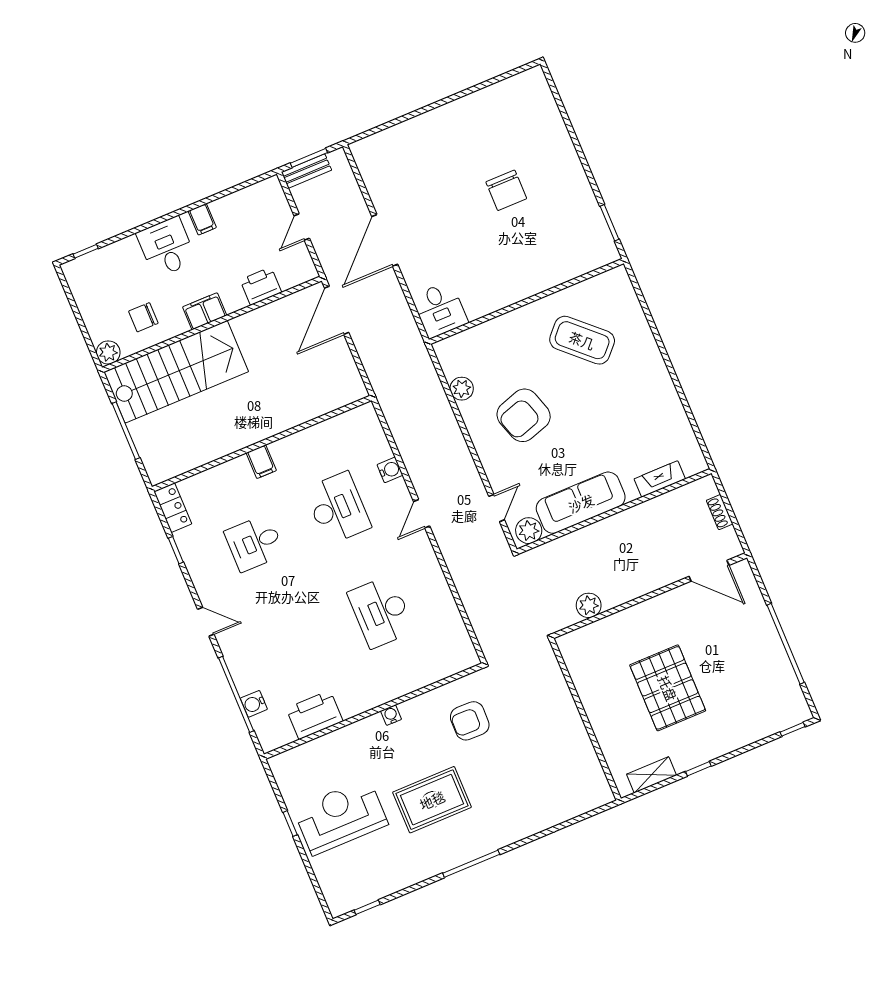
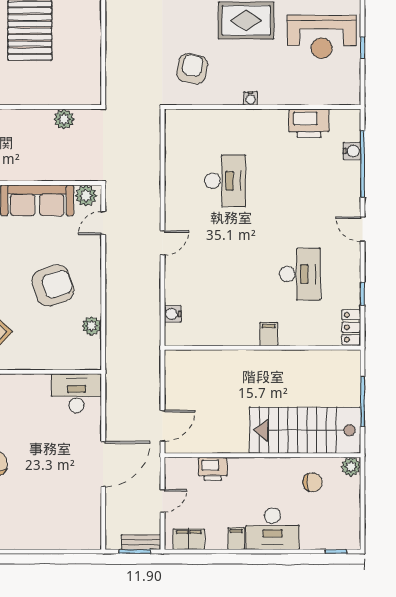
desk: (166, 247) -> (273, 529), width x1.37
door: (337, 310) -> (162, 426), width x0.73
desk: (440, 310) -> (76, 393), width x1.37
filing cabinet: (205, 311) -> (189, 539), moved, turned 180
water cooler: (390, 470) -> (173, 314), moved
desk: (338, 508) -> (225, 274), removed
desk: (254, 543) -> (300, 274), width x1.37
armchair: (470, 721) -> (192, 69), turned -80

